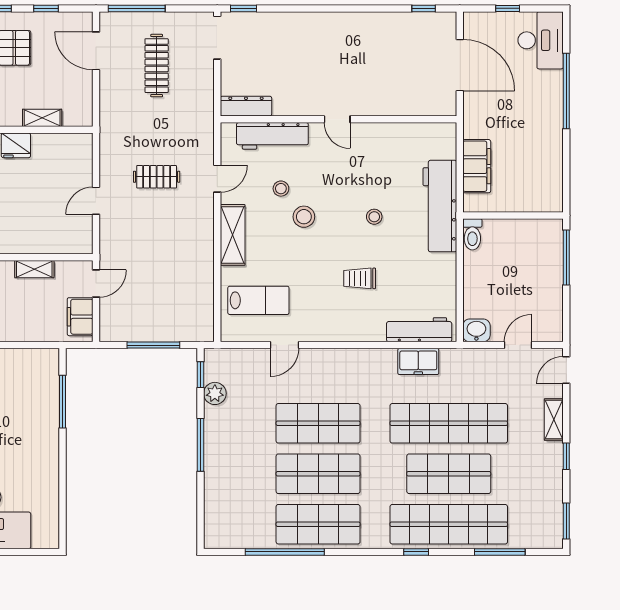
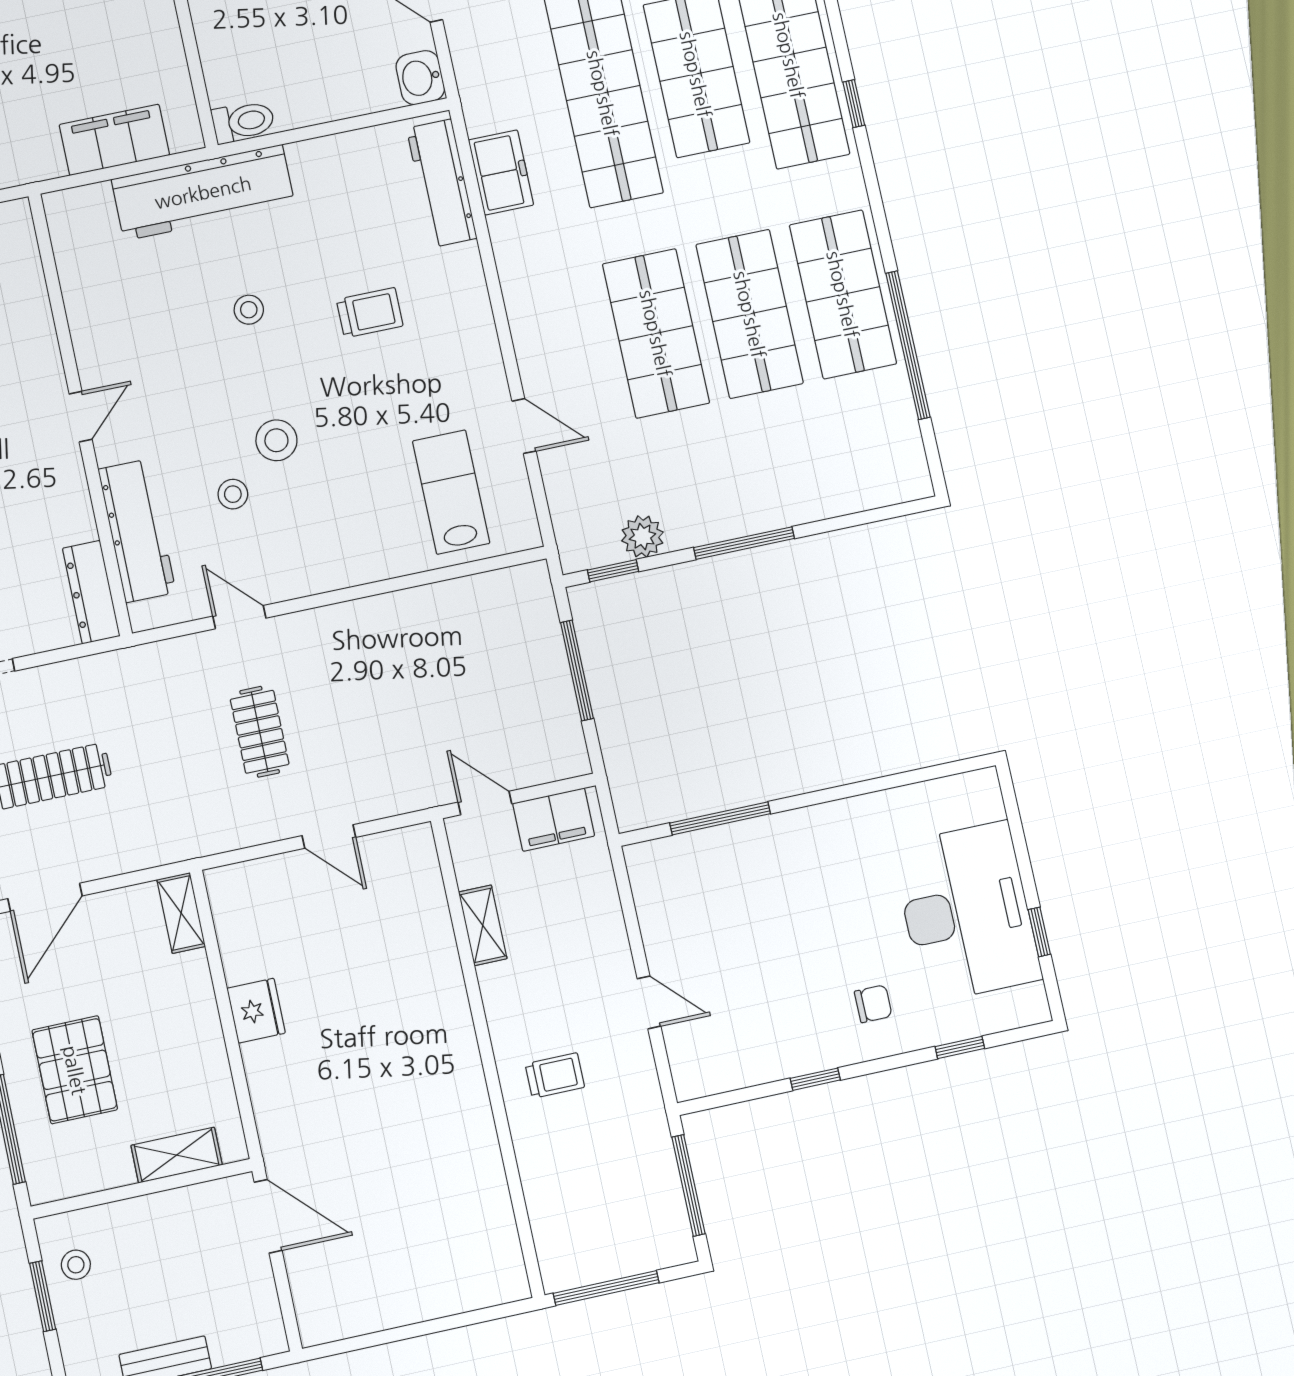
shelving: (42, 118) -> (181, 913), moved
shelving: (233, 235) -> (339, 566), removed
trolley: (360, 278) -> (370, 313), turned -90

